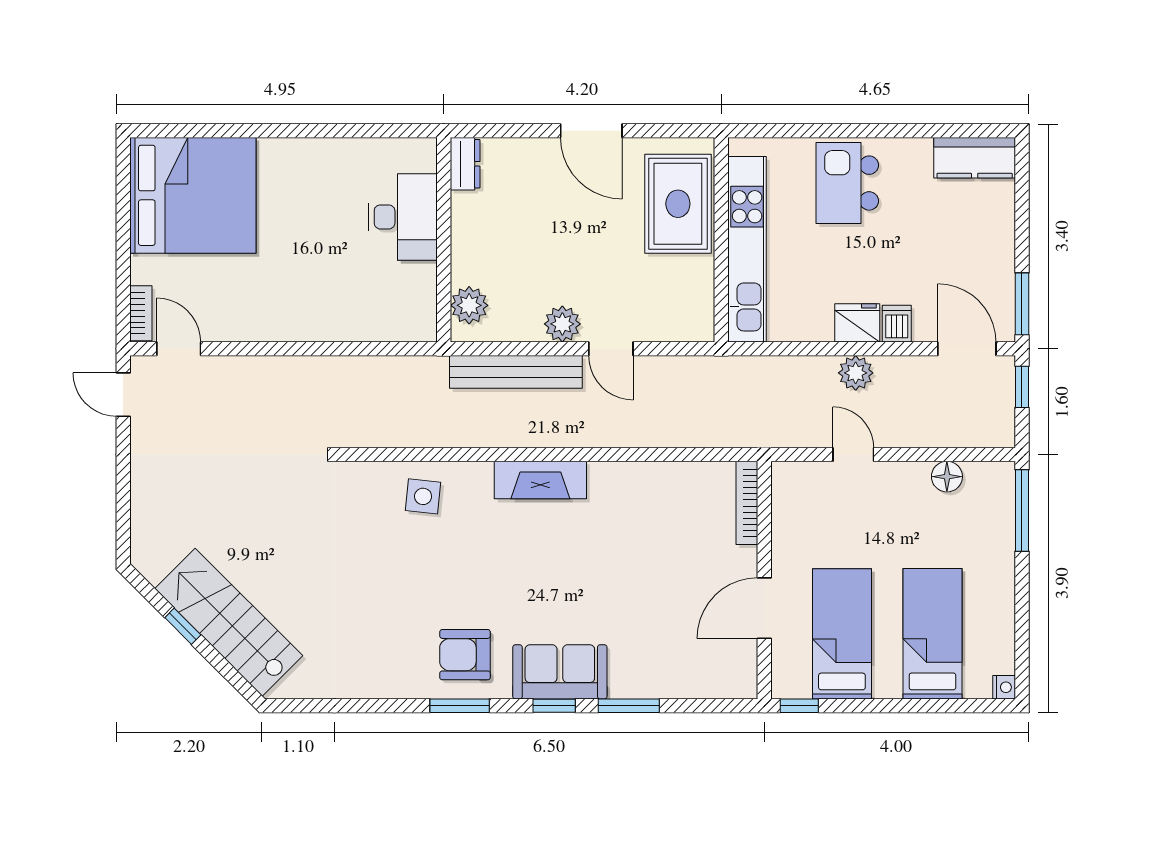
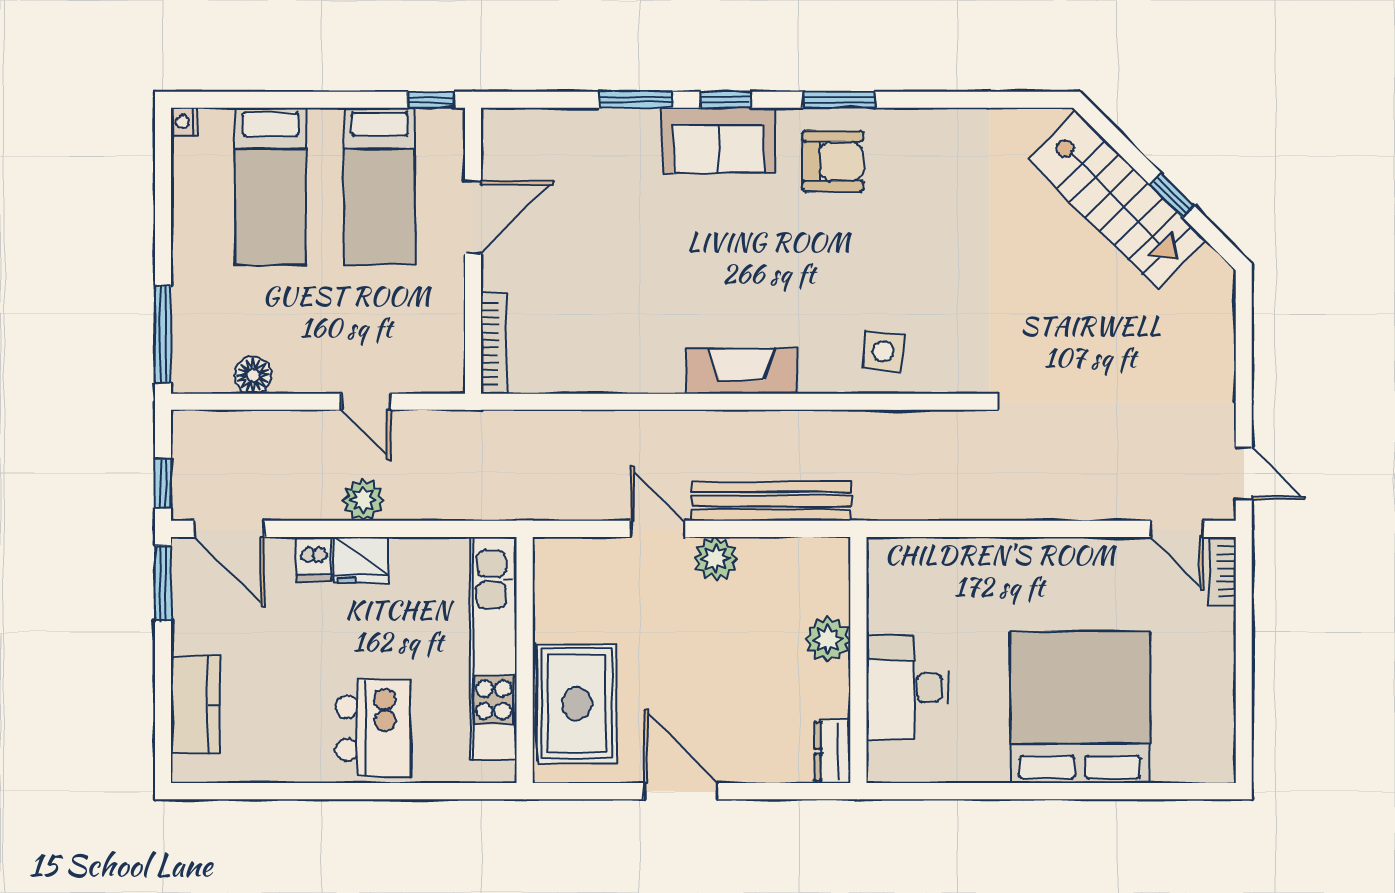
kitchen counter: (975, 158) -> (195, 705), moved, turned 90
bed: (193, 195) -> (1080, 707), moved, turned 90
plant: (469, 305) -> (828, 639), moved

